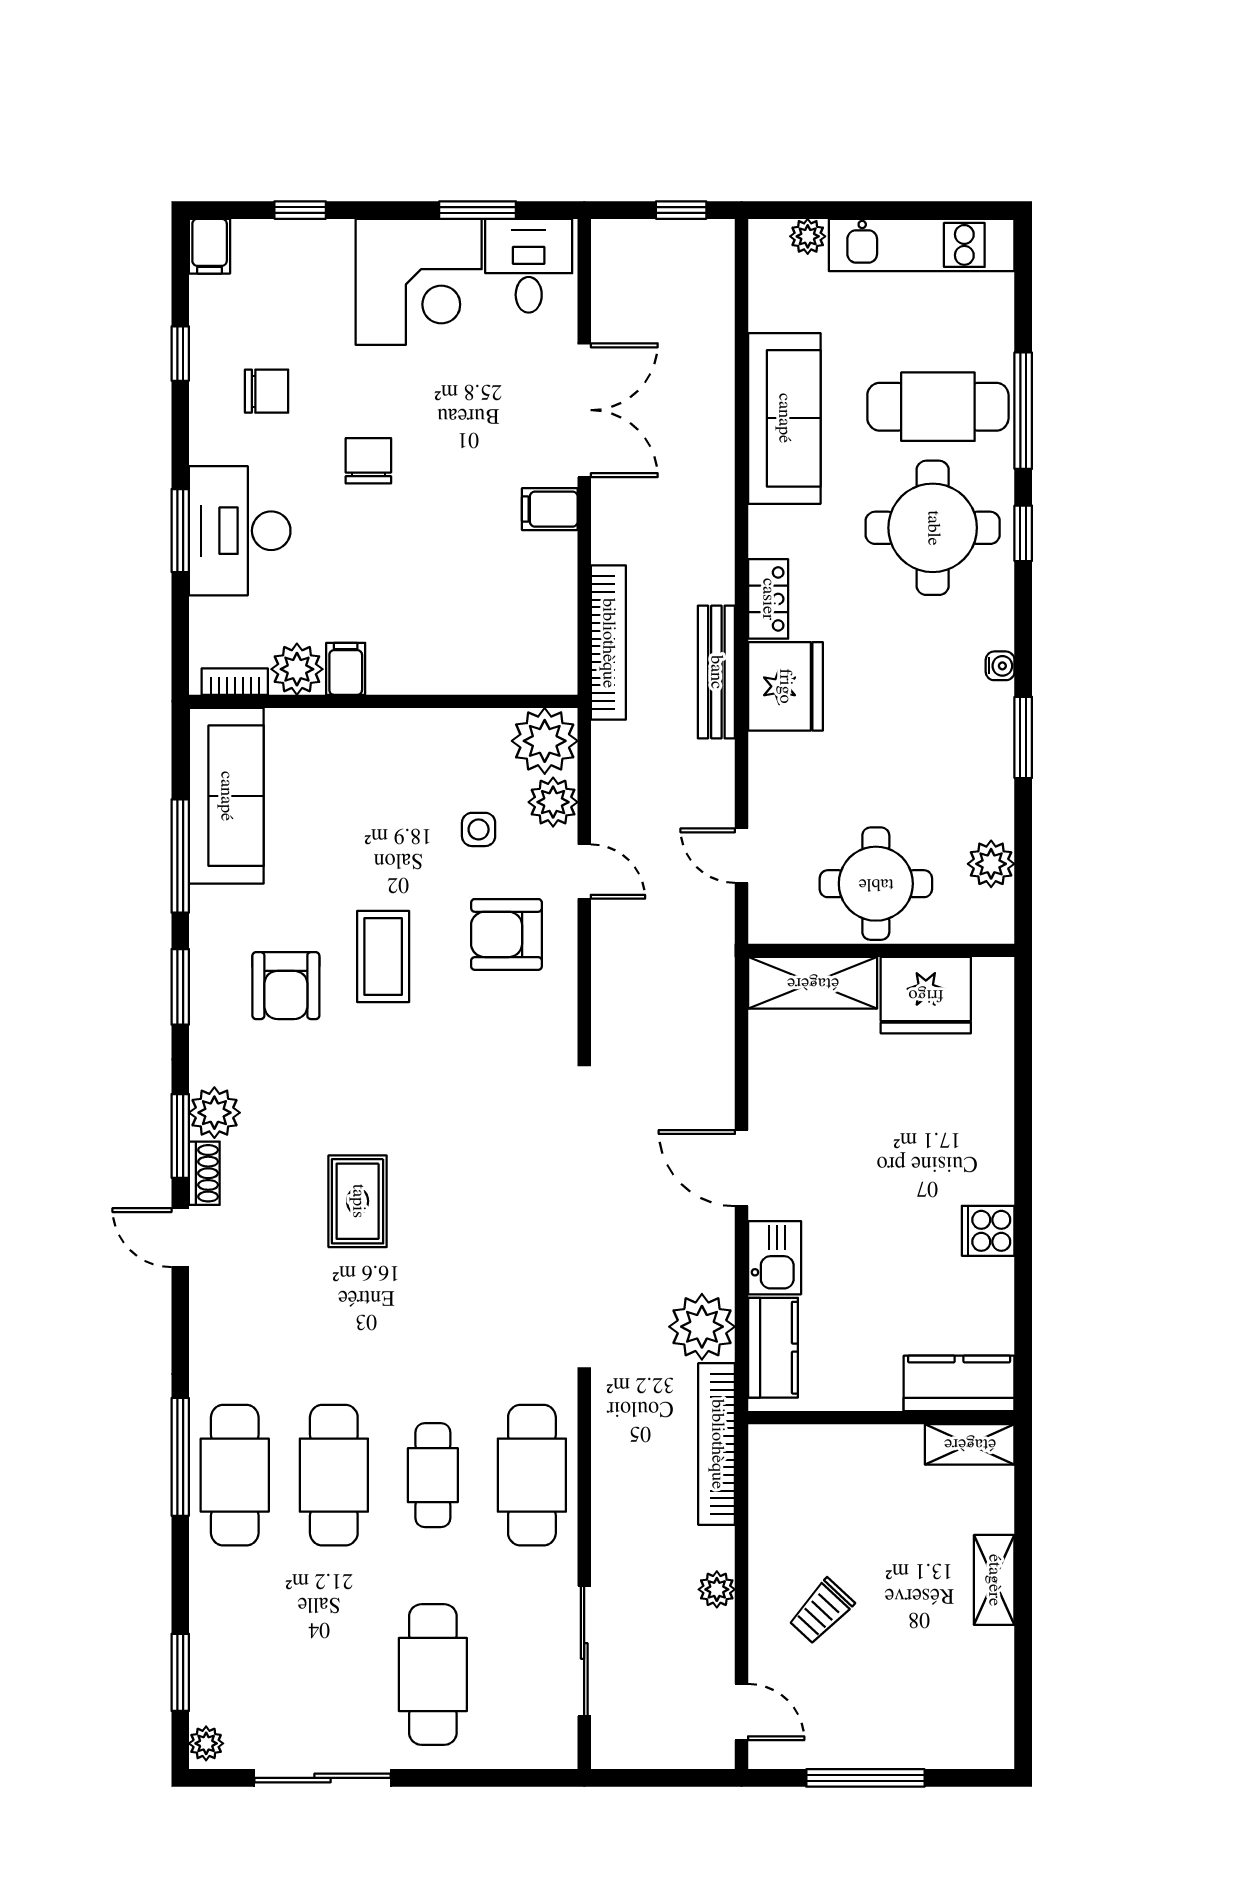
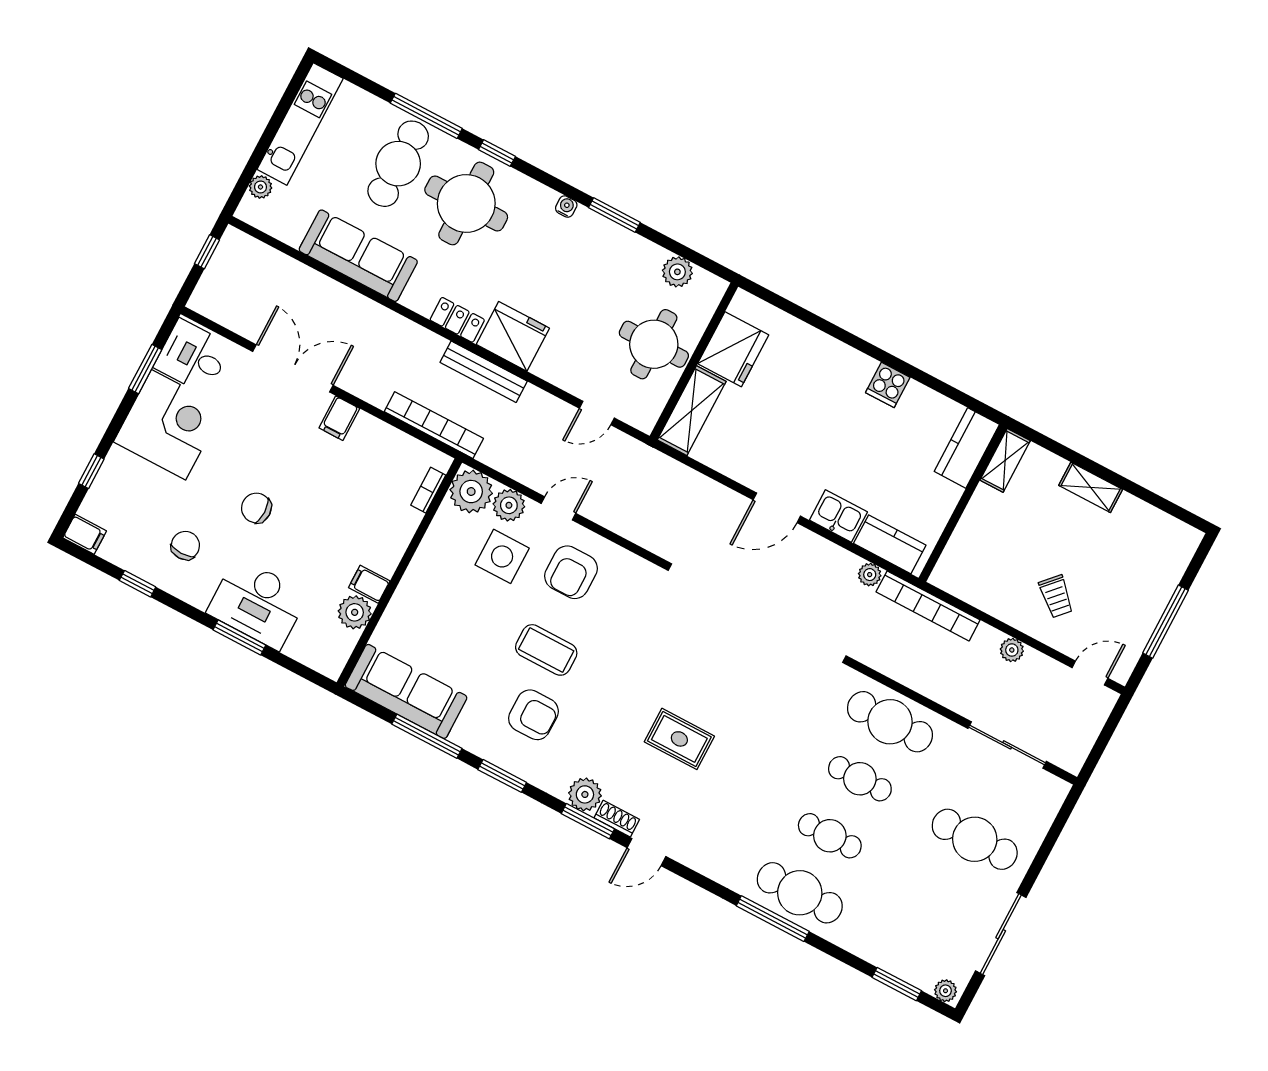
bookcase: (235, 682) -> (428, 490), moved
side table: (479, 829) -> (502, 556), width x1.87, depth x1.87
plant: (702, 1327) -> (870, 575), width x0.53, depth x0.53
cafe table: (334, 1475) -> (830, 836), width x0.73, depth x0.74

